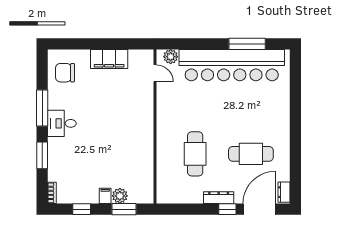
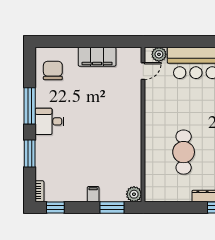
chair: (65, 73) -> (53, 70), turned 90
door: (155, 73) -> (143, 71), hinge flipped
plant: (120, 196) -> (134, 194), moved
window: (82, 209) -> (55, 207), moved

